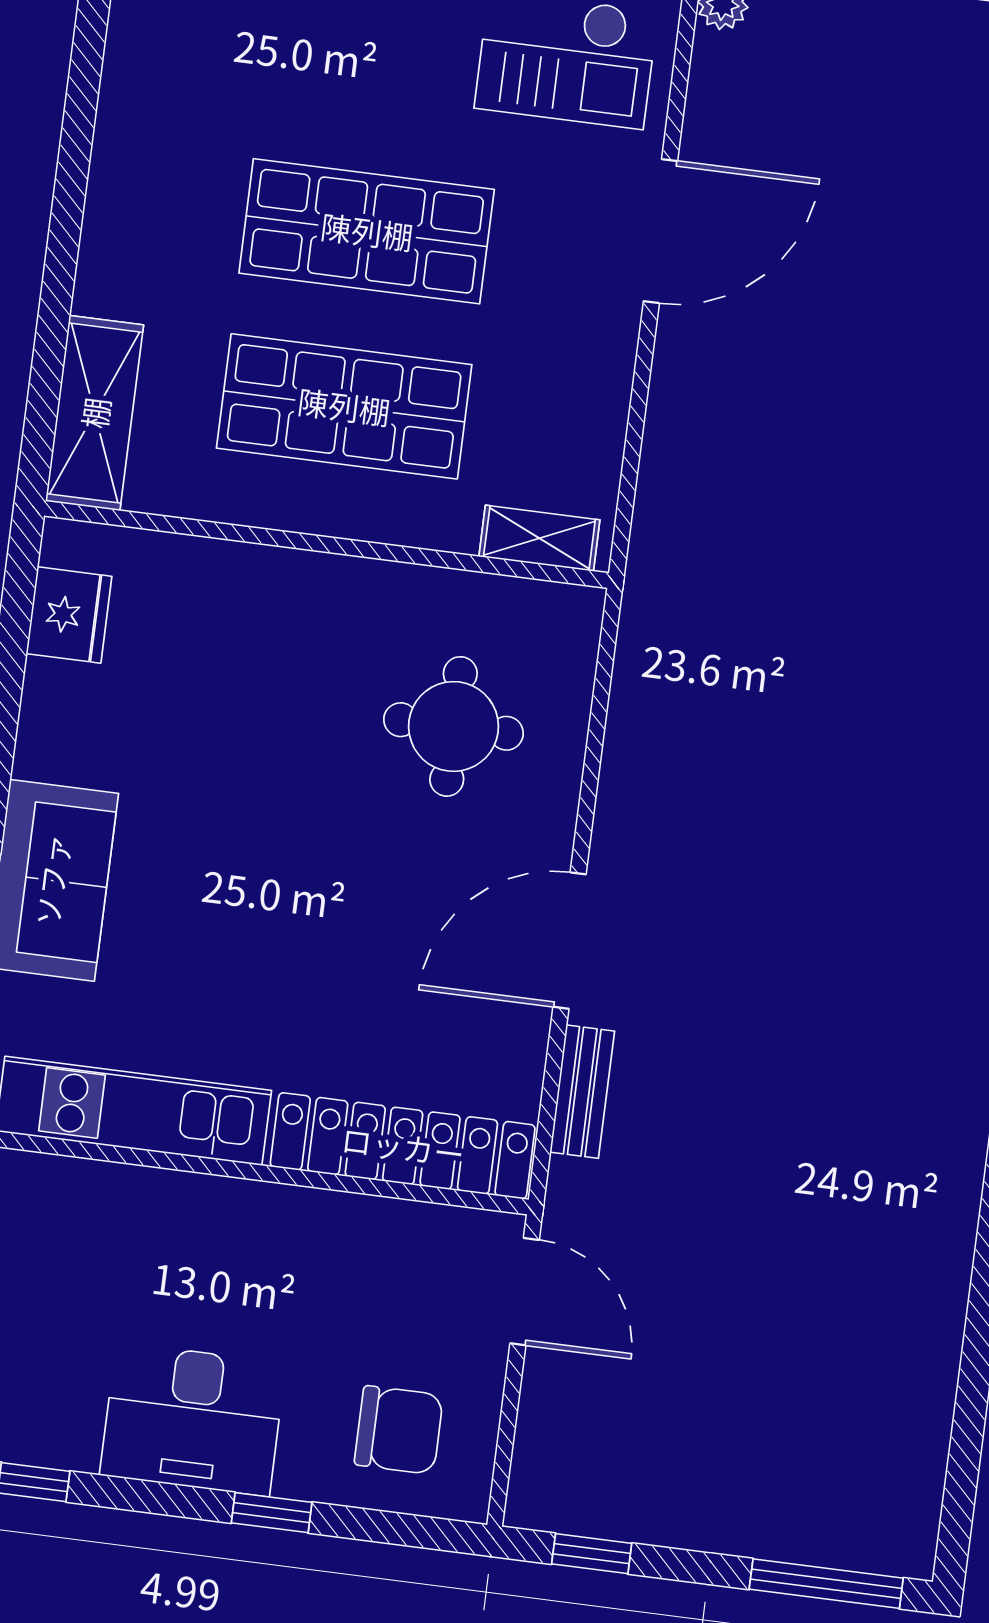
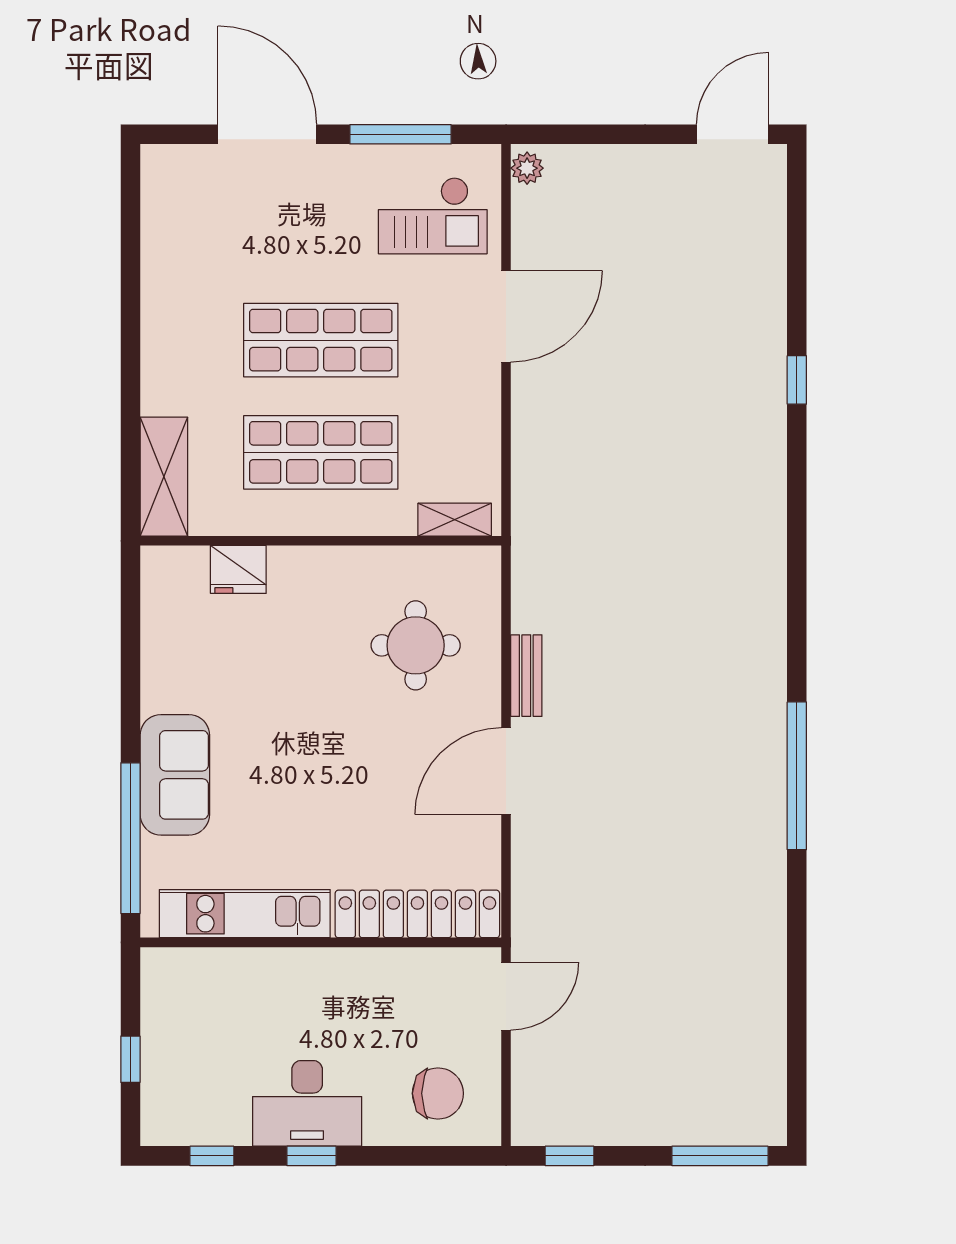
fridge: (69, 615) -> (238, 569), moved, turned 90
bench: (582, 1092) -> (526, 676), moved
door: (525, 1292) -> (506, 996), hinge flipped
window: (272, 1513) -> (312, 1156), moved

